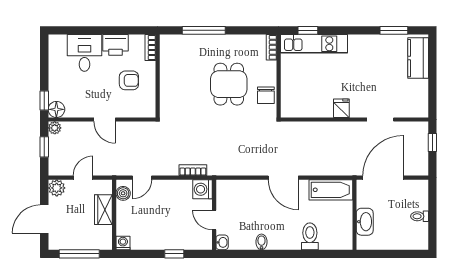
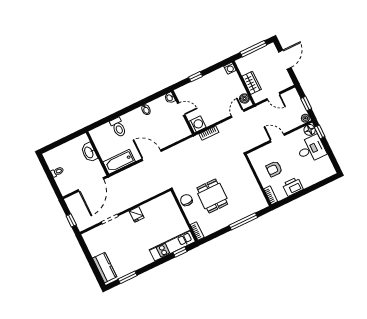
desk: (84, 53) -> (311, 149), moved, turned -90
door: (83, 178) -> (273, 96), hinge flipped
plant: (57, 188) -> (286, 82), removed

